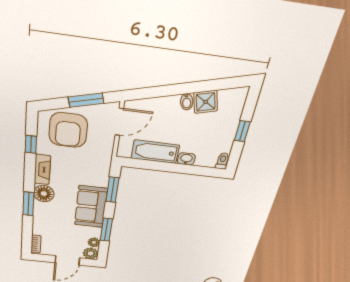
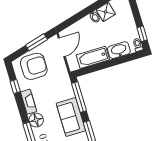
armchair: (68, 130) -> (34, 66), turned -90
window: (242, 131) -> (142, 34), moved
washbasin: (186, 159) -> (119, 50), width x1.91, depth x1.45
window: (112, 190) -> (79, 97), width x1.44

